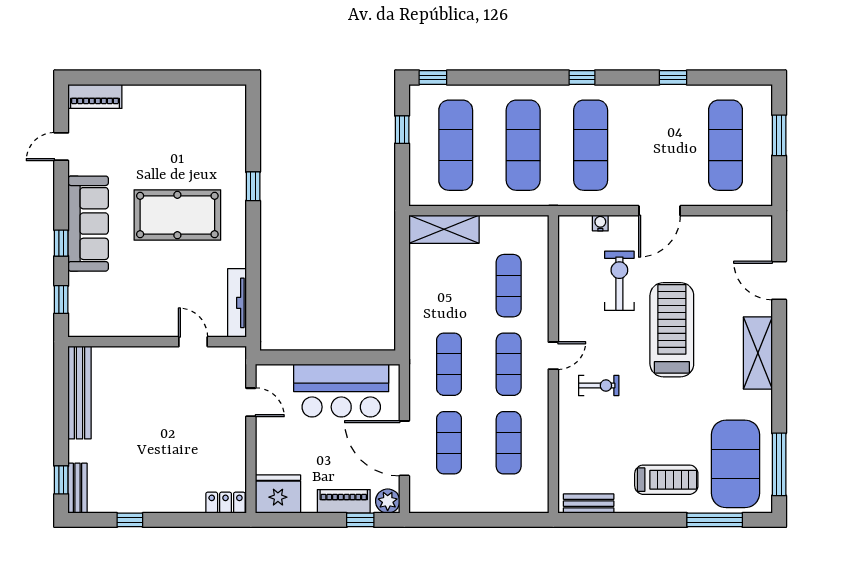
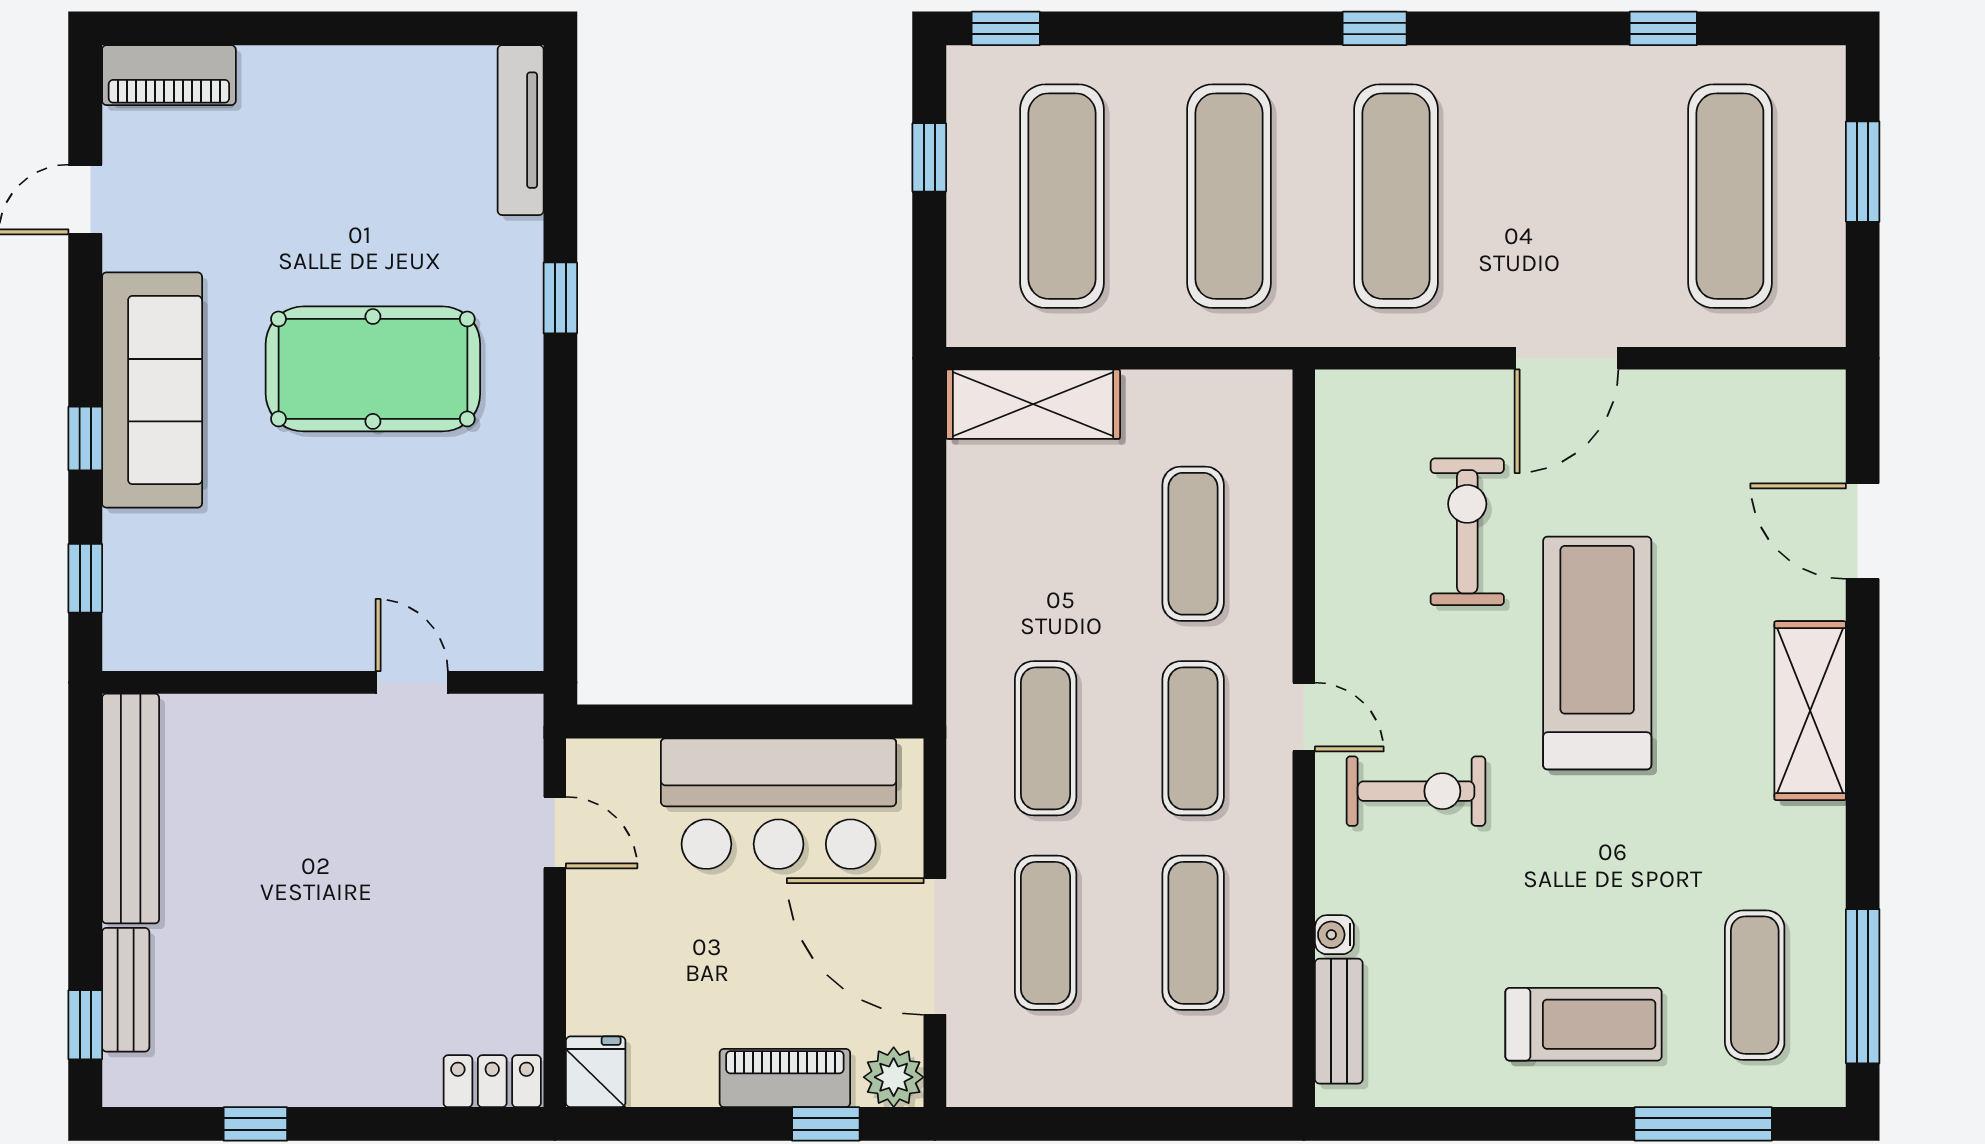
window: (673, 77) -> (1663, 28), moved
water cooler: (600, 223) -> (1334, 935), moved, turned -90
tv unit: (237, 303) -> (521, 130), moved
door: (553, 356) -> (1304, 717), hinge flipped
exercise bike: (599, 386) -> (1416, 791), width x1.38, depth x1.39
exercise mat: (735, 464) -> (1755, 985), width x0.50, depth x0.69
bench: (77, 488) -> (126, 990), moved
fridge: (278, 494) -> (596, 1072), width x0.53, depth x0.75
bench: (589, 504) -> (1339, 1021), moved, turned 90

